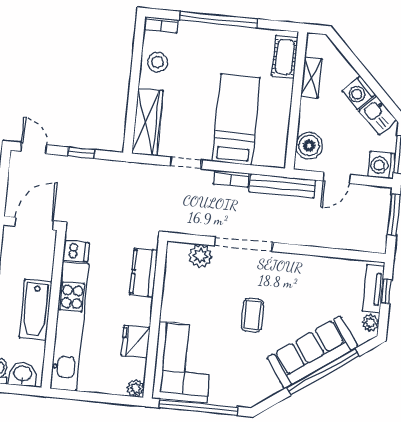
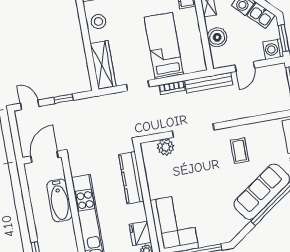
boiler: (309, 145) -> (217, 37), moved
dishwasher: (76, 251) -> (79, 168), removed
kitchen counter: (144, 273) -> (131, 178), width x1.50
bathtub: (35, 310) -> (59, 200), moved
coffee table: (253, 315) -> (240, 151), moved
fridge: (136, 341) -> (140, 233), moved

